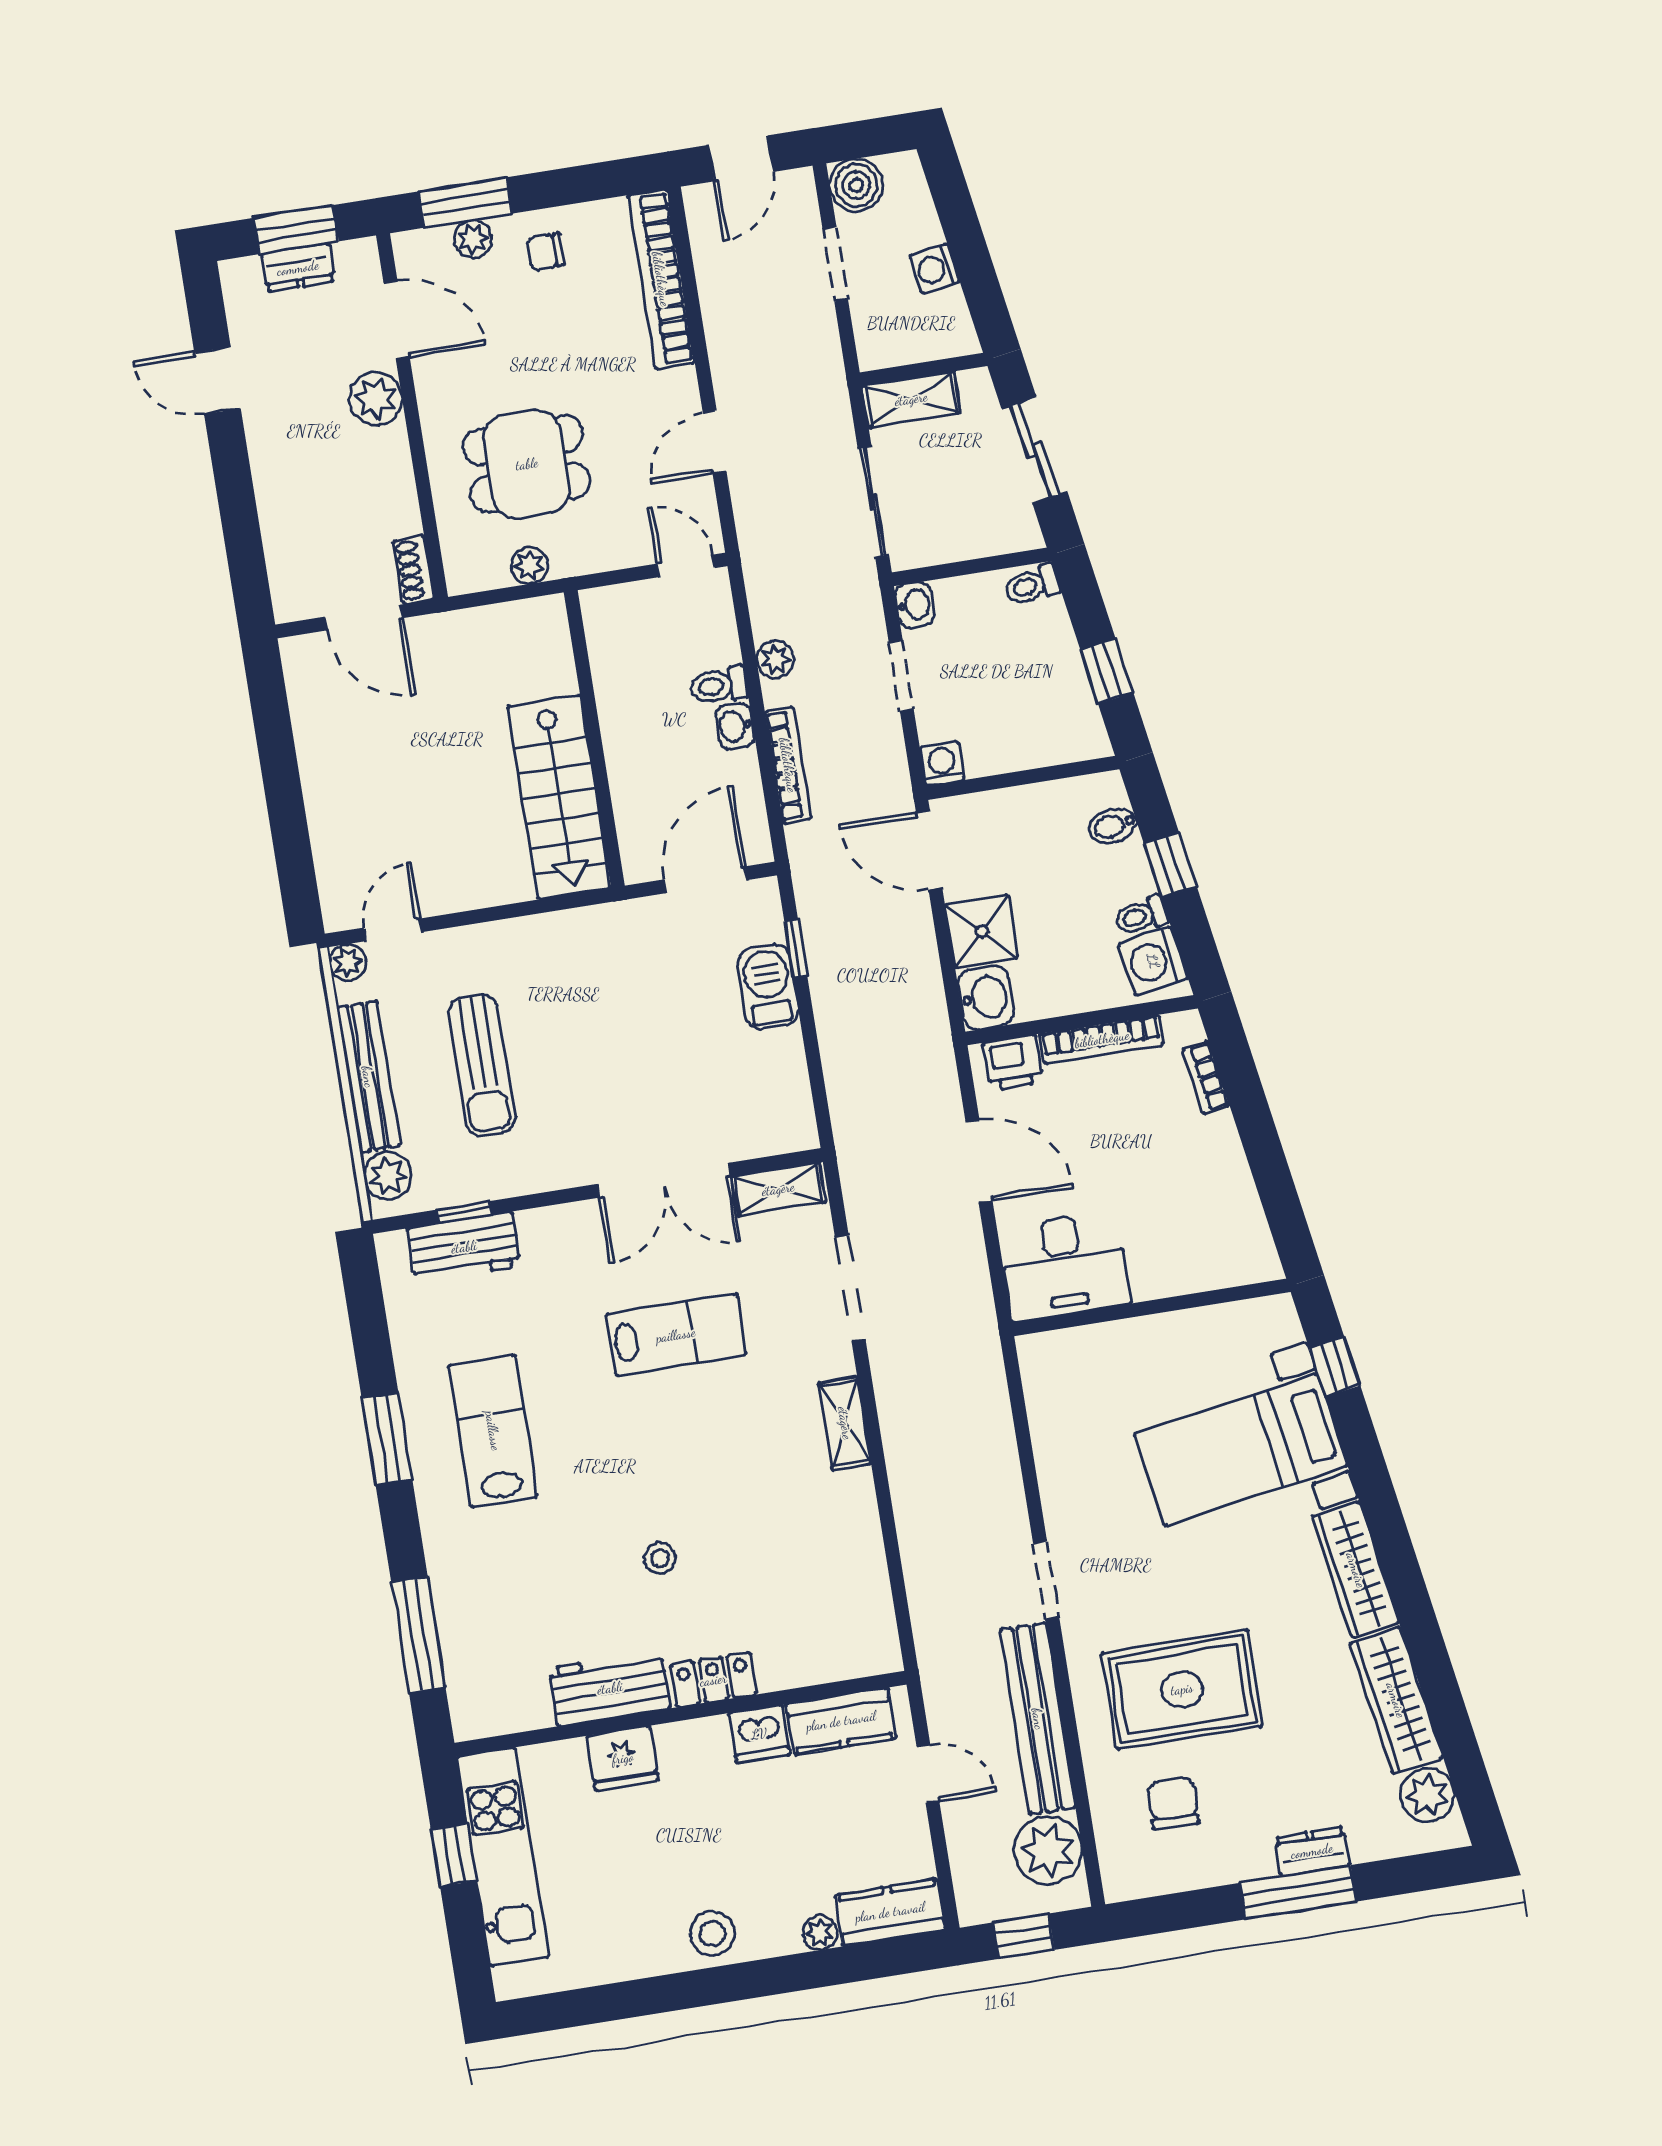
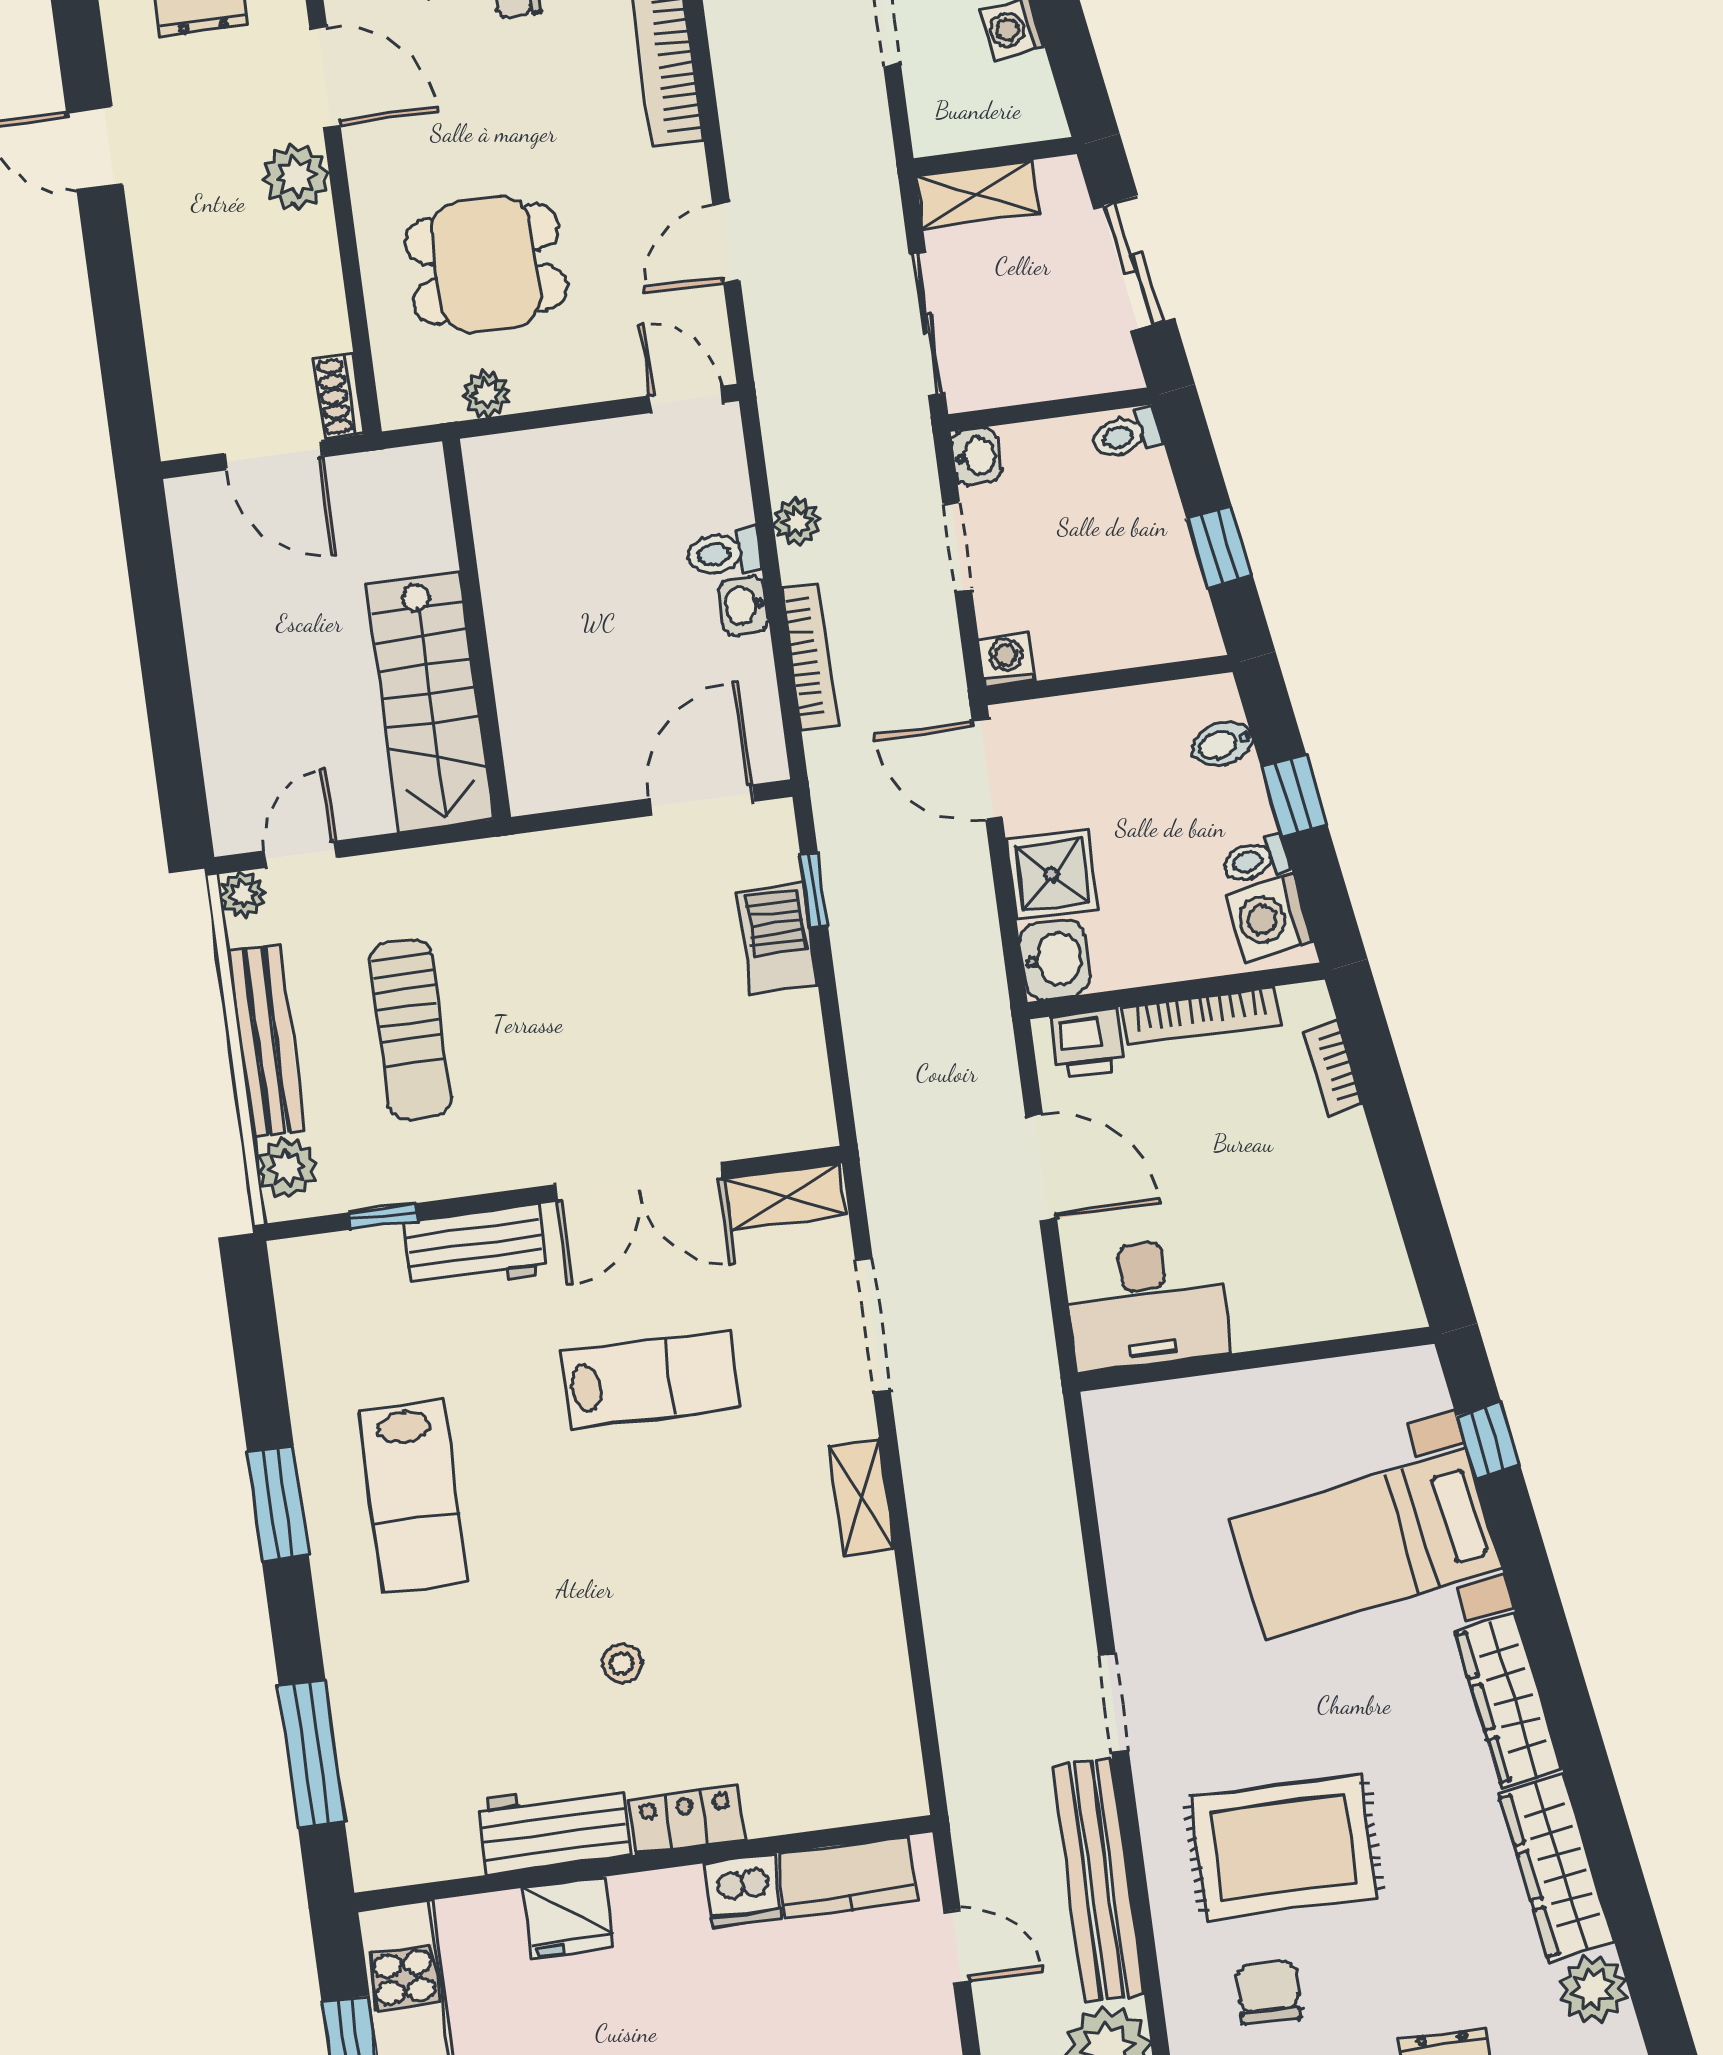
wall: (594, 739) -> (477, 629), moved
stairs: (559, 797) -> (430, 702), moved
workbench: (464, 1247) -> (475, 1248), moved
lab bench: (493, 1431) -> (413, 1496), turned 180

